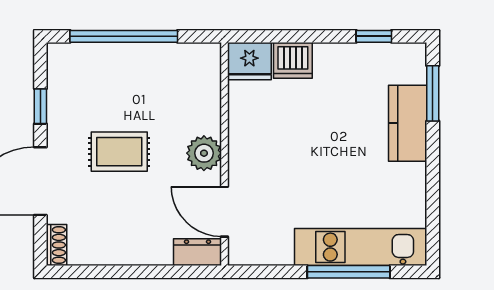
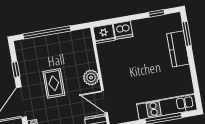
rug: (119, 152) -> (54, 83), turned 90

